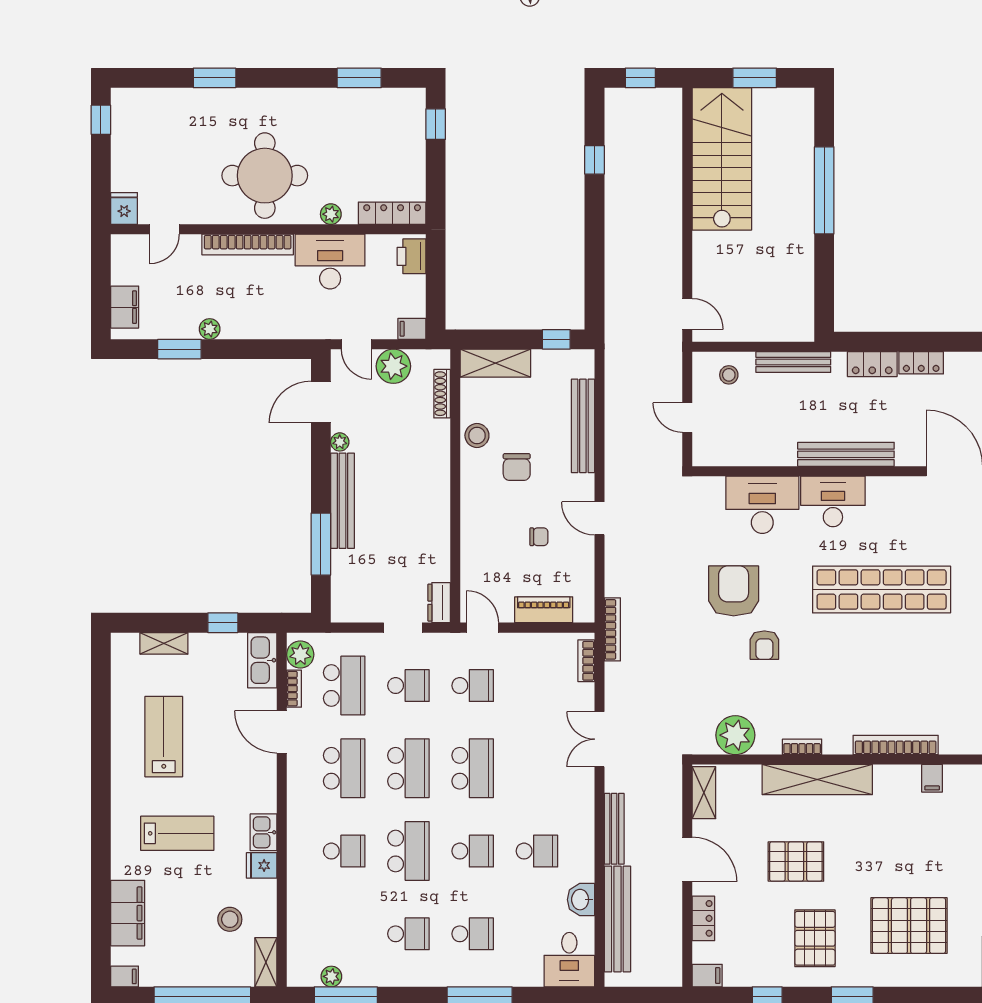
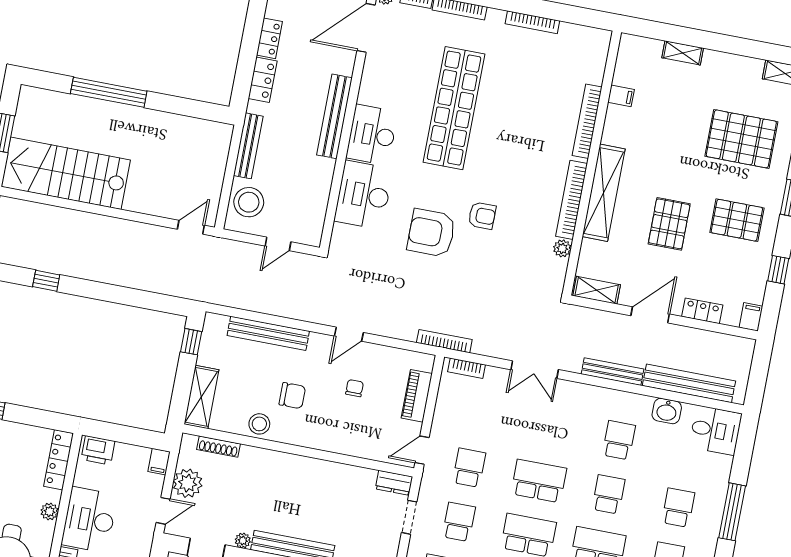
stool: (729, 375) -> (249, 202), width x1.89, depth x1.89
plant: (735, 735) -> (562, 248), width x0.53, depth x0.53
bookcase: (802, 747) -> (572, 200), width x2.31, depth x1.31
pallet: (909, 926) -> (741, 139), turned 90

